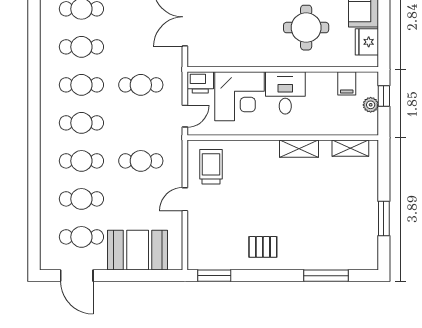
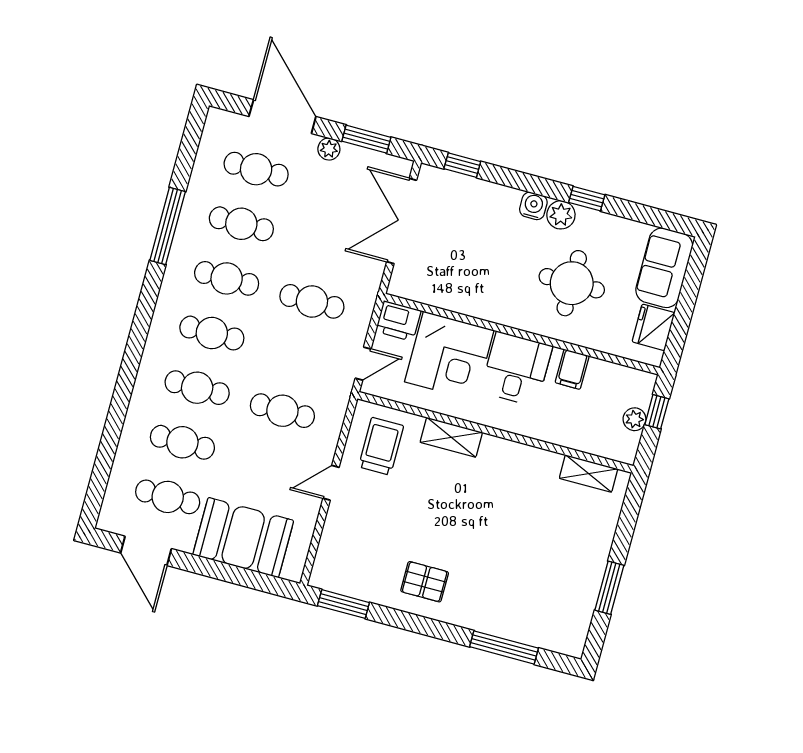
window: (34, 61) -> (168, 226), added
filing cabinet: (347, 83) -> (572, 369), moved
shelving: (299, 149) -> (451, 437), moved

